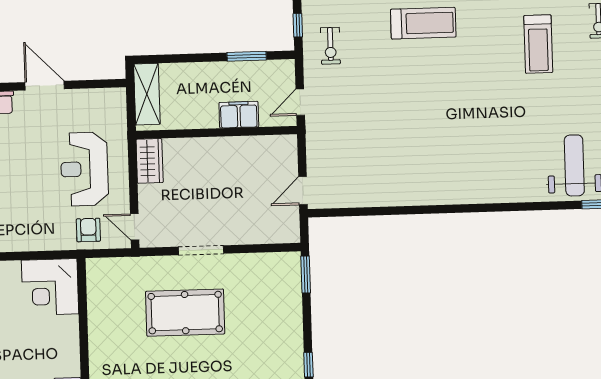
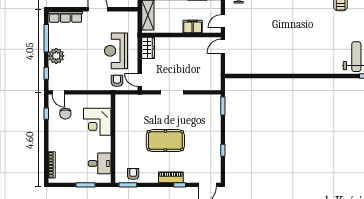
door: (303, 191) -> (223, 46), moved
corner desk: (50, 287) -> (97, 122), moved
pool table: (185, 313) -> (165, 141), moved

